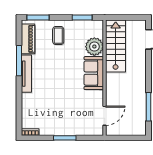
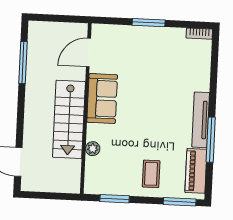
stairs: (116, 46) -> (69, 119), moved
plant: (94, 47) -> (93, 149), width x0.53, depth x0.53
sofa: (94, 73) -> (102, 98), moved

